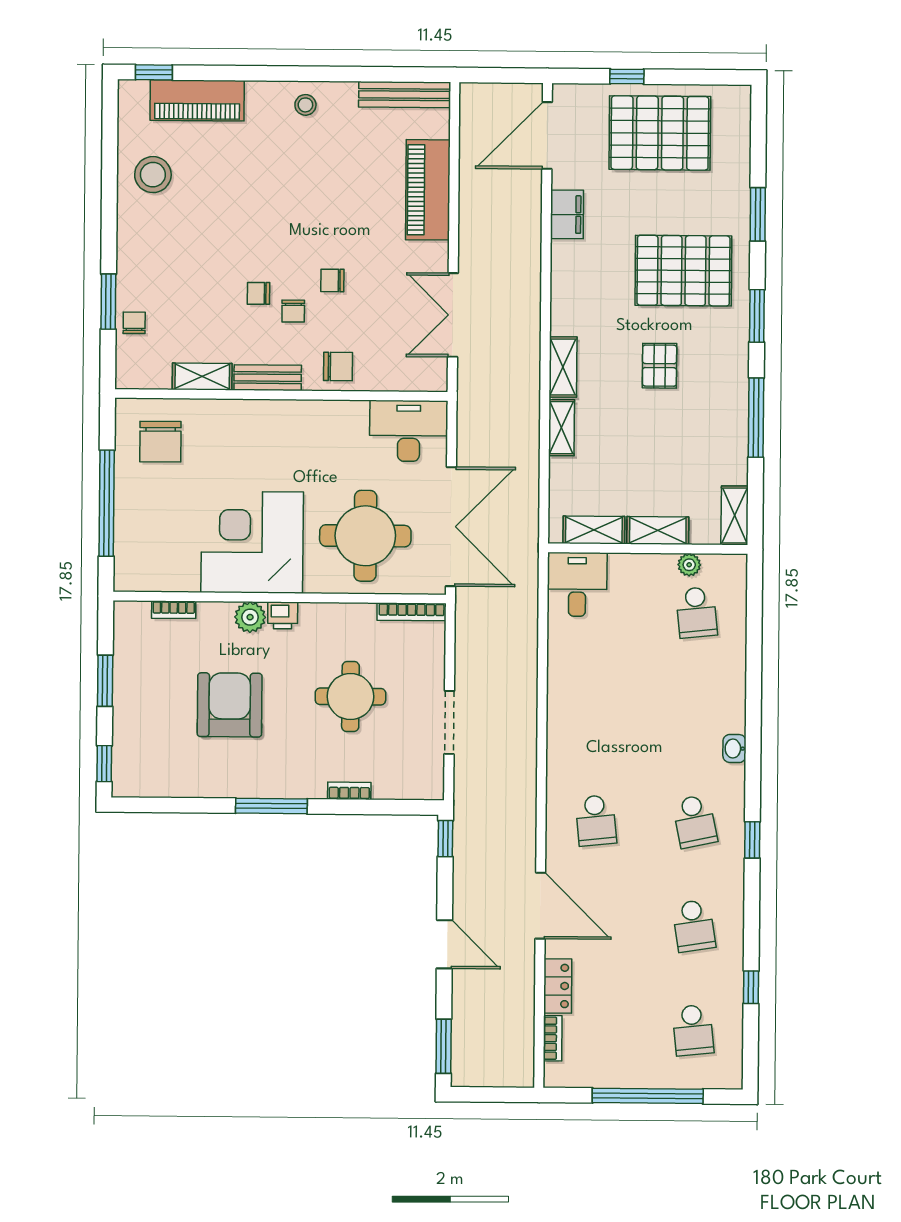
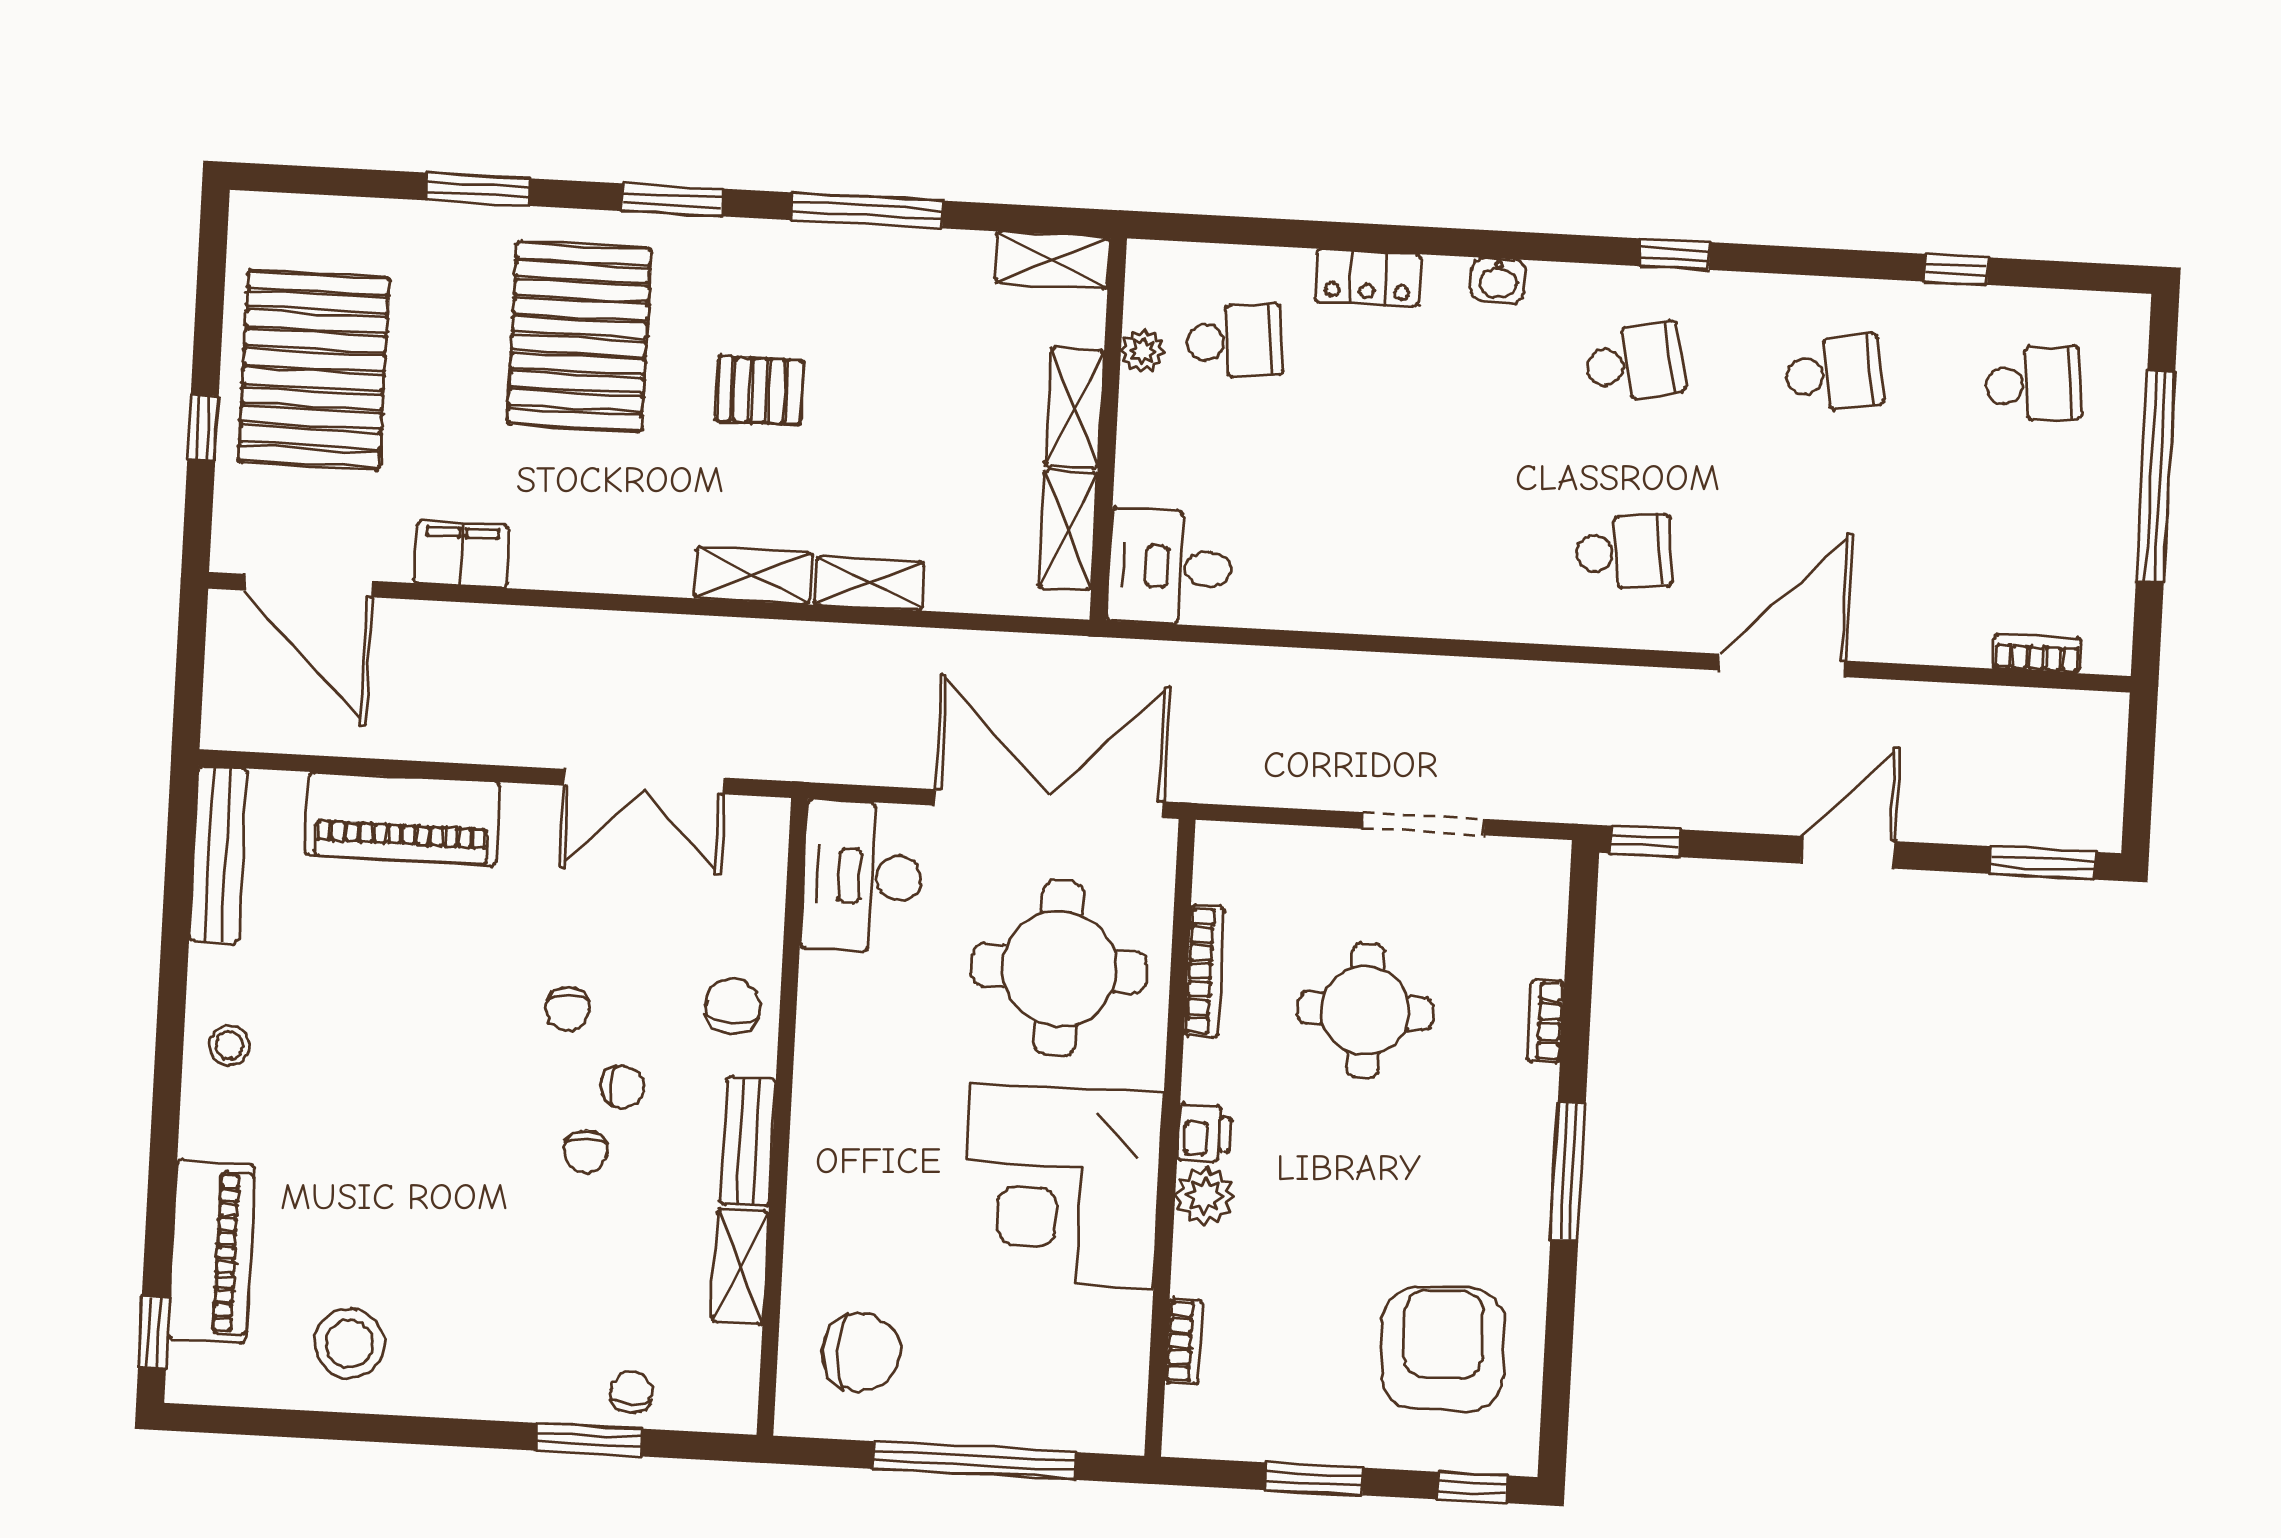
chair: (134, 323) -> (631, 1392), turned 90
bookcase: (412, 612) -> (1204, 971), moved
armchair: (230, 705) -> (1443, 1349), moved, turned 88
locker: (558, 986) -> (1367, 278), moved, turned 180

